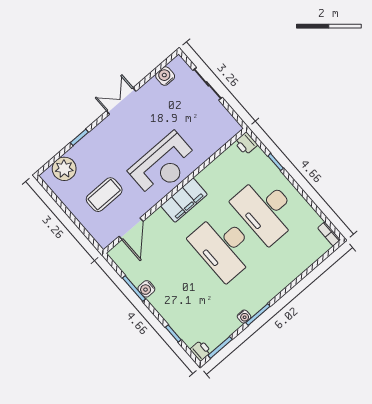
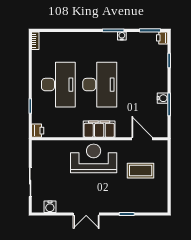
plant: (64, 169) -> (150, 204), removed
door: (131, 229) -> (142, 139), hinge flipped

